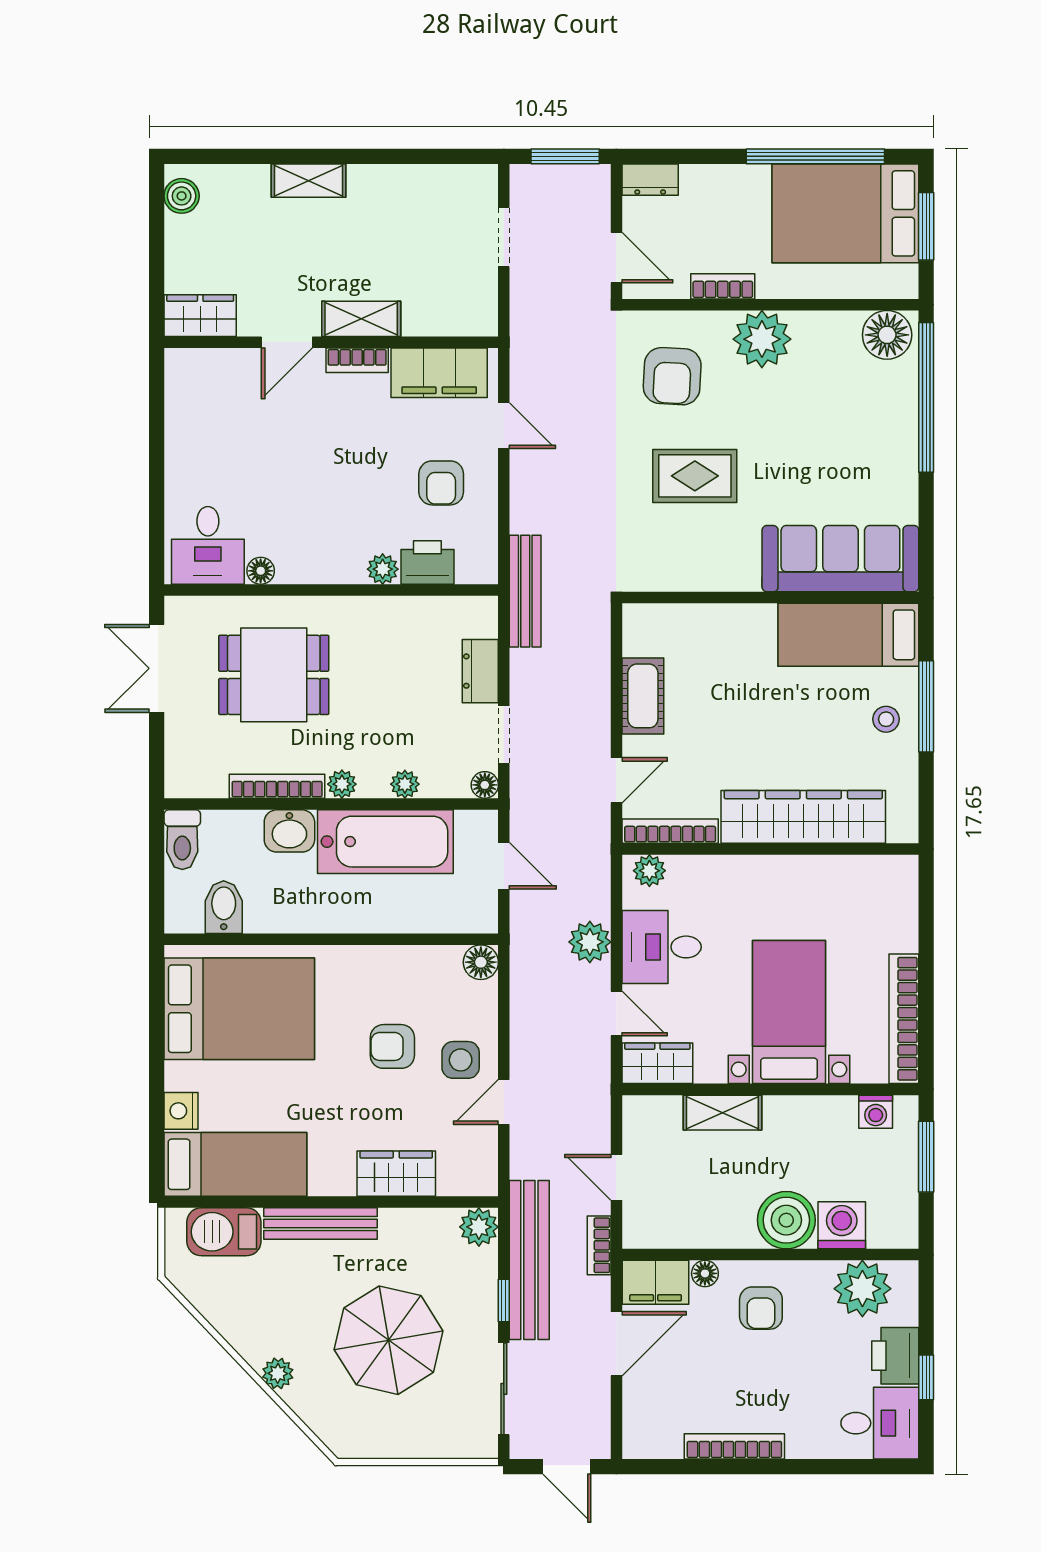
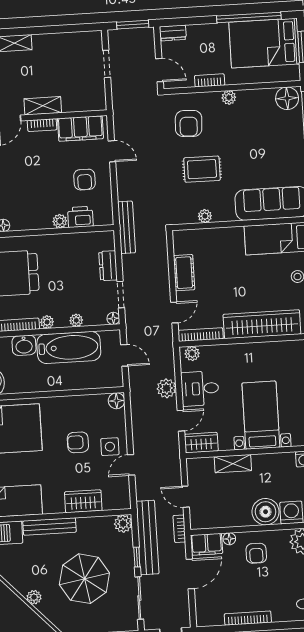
plant: (762, 339) -> (229, 98), width x0.53, depth x0.53
plant: (695, 577) -> (205, 216), added
door: (616, 1014) -> (181, 421), hinge flipped

